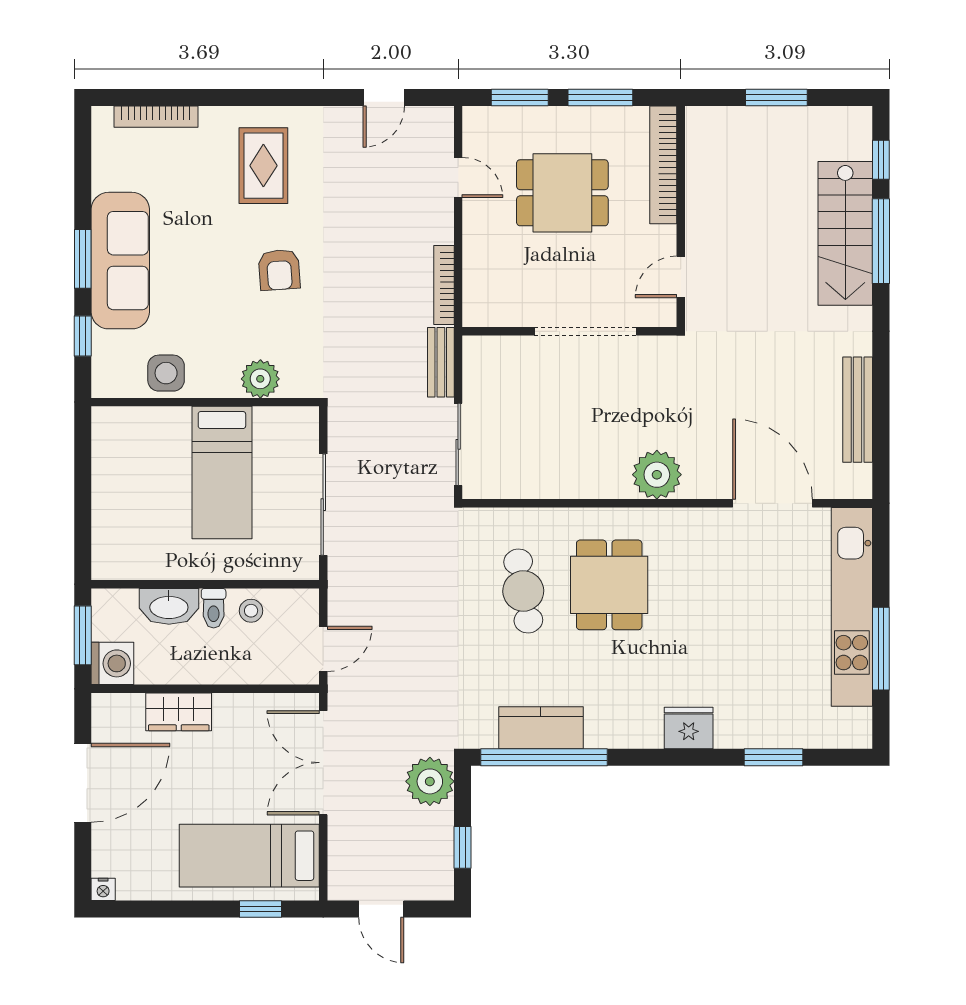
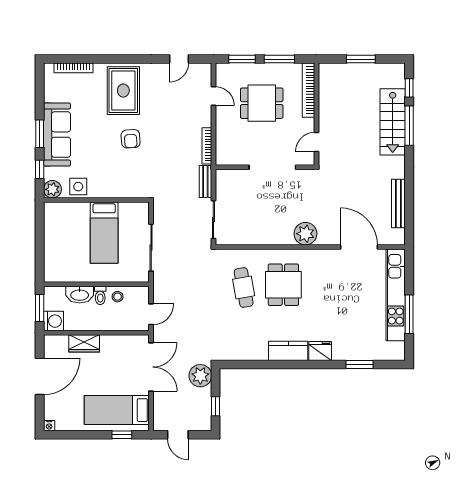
rug: (263, 166) -> (123, 91), width x1.36, depth x1.43
plant: (260, 379) -> (52, 189), moved
kitchen counter: (541, 728) -> (288, 351), moved
window: (544, 757) -> (253, 364), removed
double door: (323, 763) -> (151, 367), swing flipped

